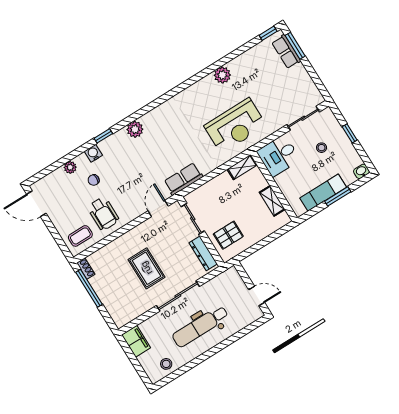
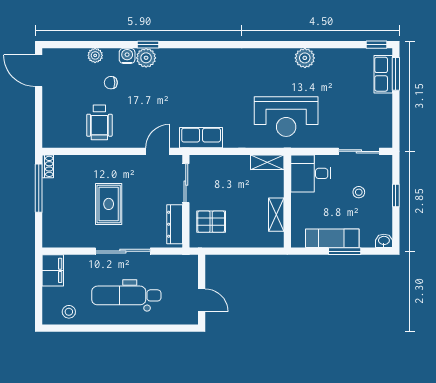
plant: (135, 129) -> (146, 58), moved
coffee table: (80, 236) -> (63, 130), removed

